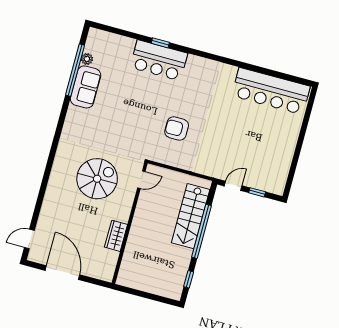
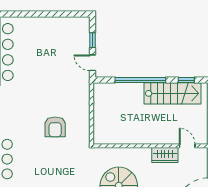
door: (141, 180) -> (187, 146), moved
stairs: (191, 216) -> (172, 93), moved

